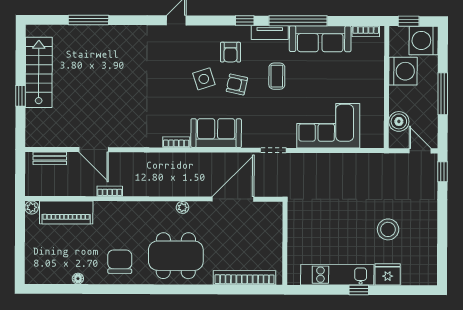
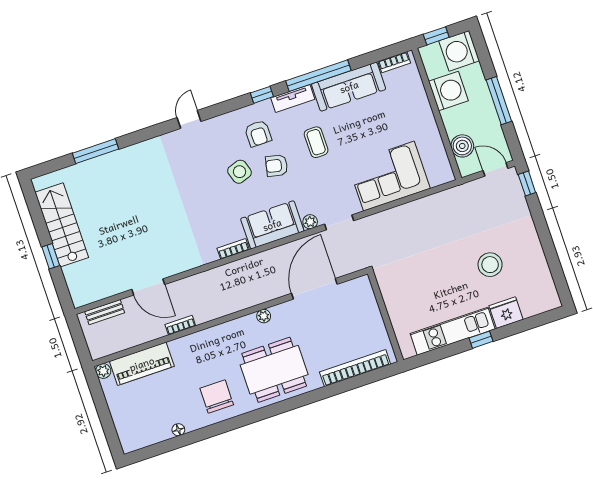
plant: (249, 141) -> (310, 222), added

